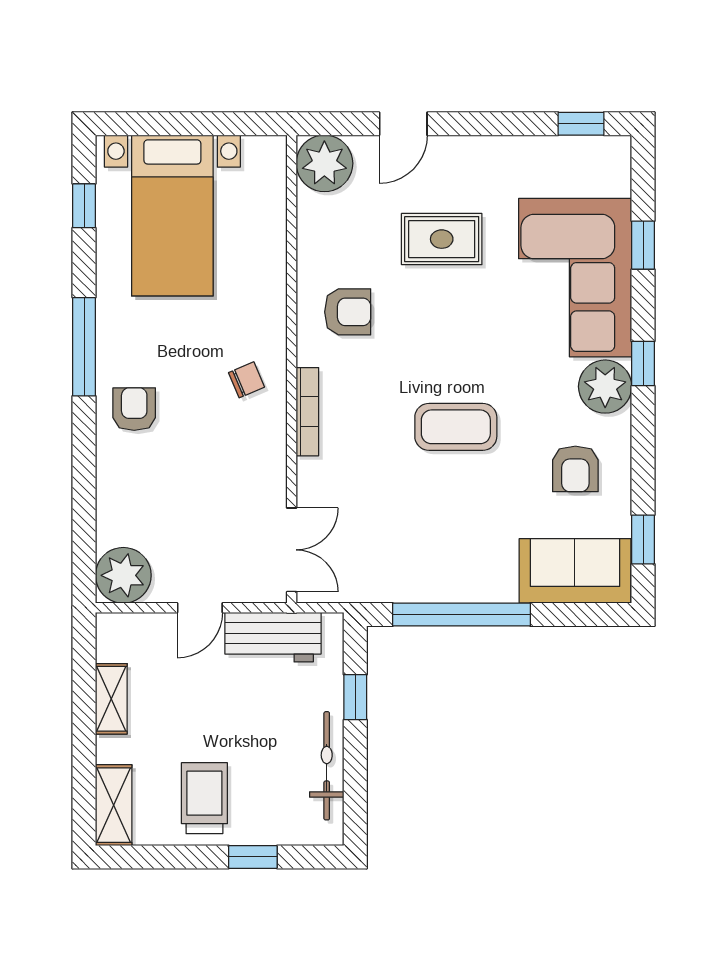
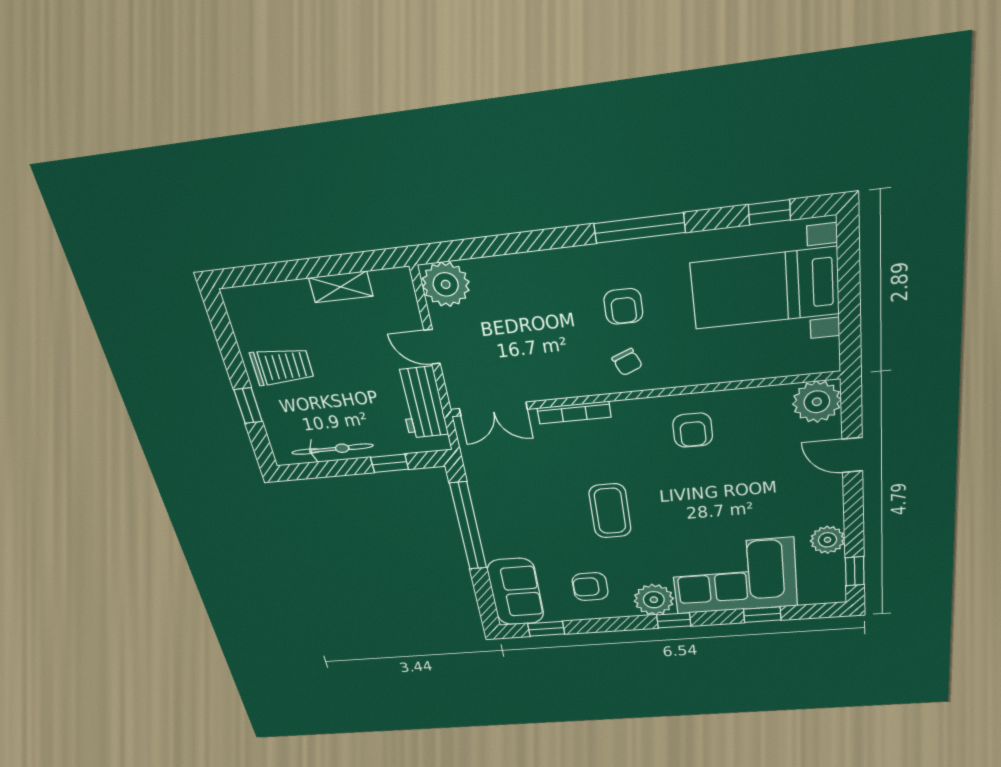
plant: (528, 157) -> (827, 540), added
rug: (442, 239) -> (758, 489), removed
armchair: (134, 409) -> (623, 306), moved, turned 90
bookcase: (307, 412) -> (574, 413), moved
shelving: (114, 805) -> (255, 299), removed

